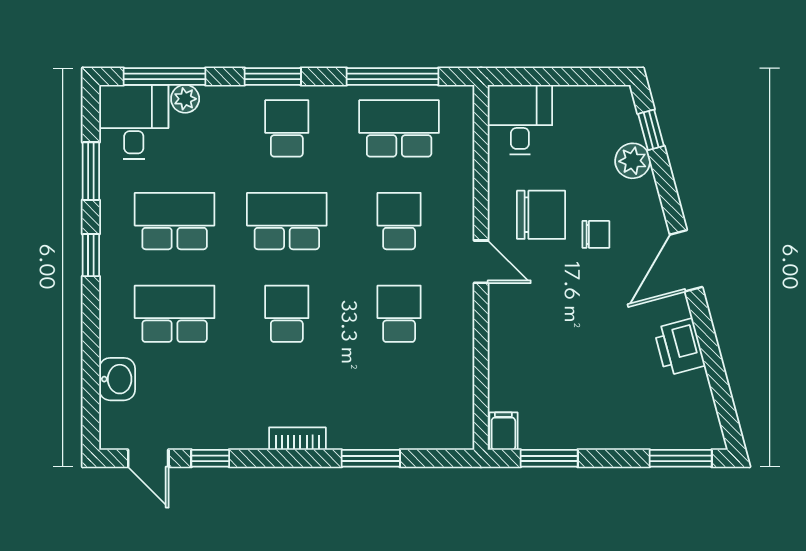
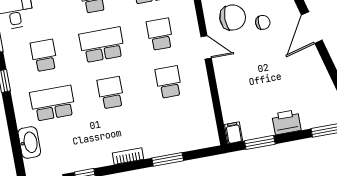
school desk: (175, 221) -> (44, 55), width x0.54
printer: (679, 347) -> (286, 122), moved, turned 105
washbasin: (117, 379) -> (29, 142), width x1.38

